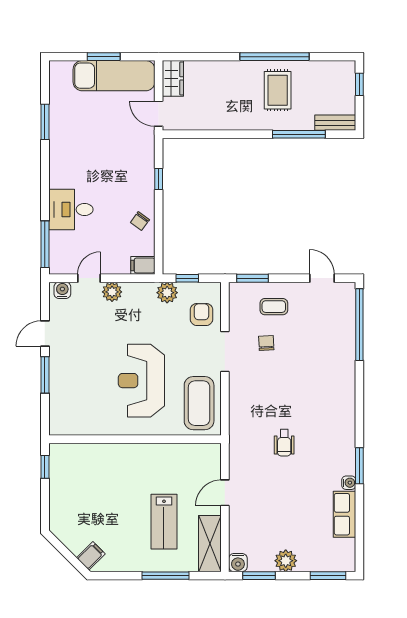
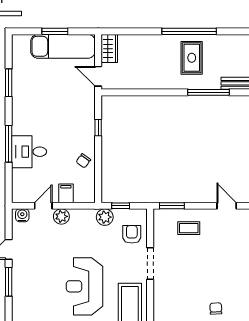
window: (45, 244) -> (9, 144), moved
filing cabinet: (143, 265) -> (66, 193), moved, turned 90
chair: (266, 343) -> (216, 309), moved

